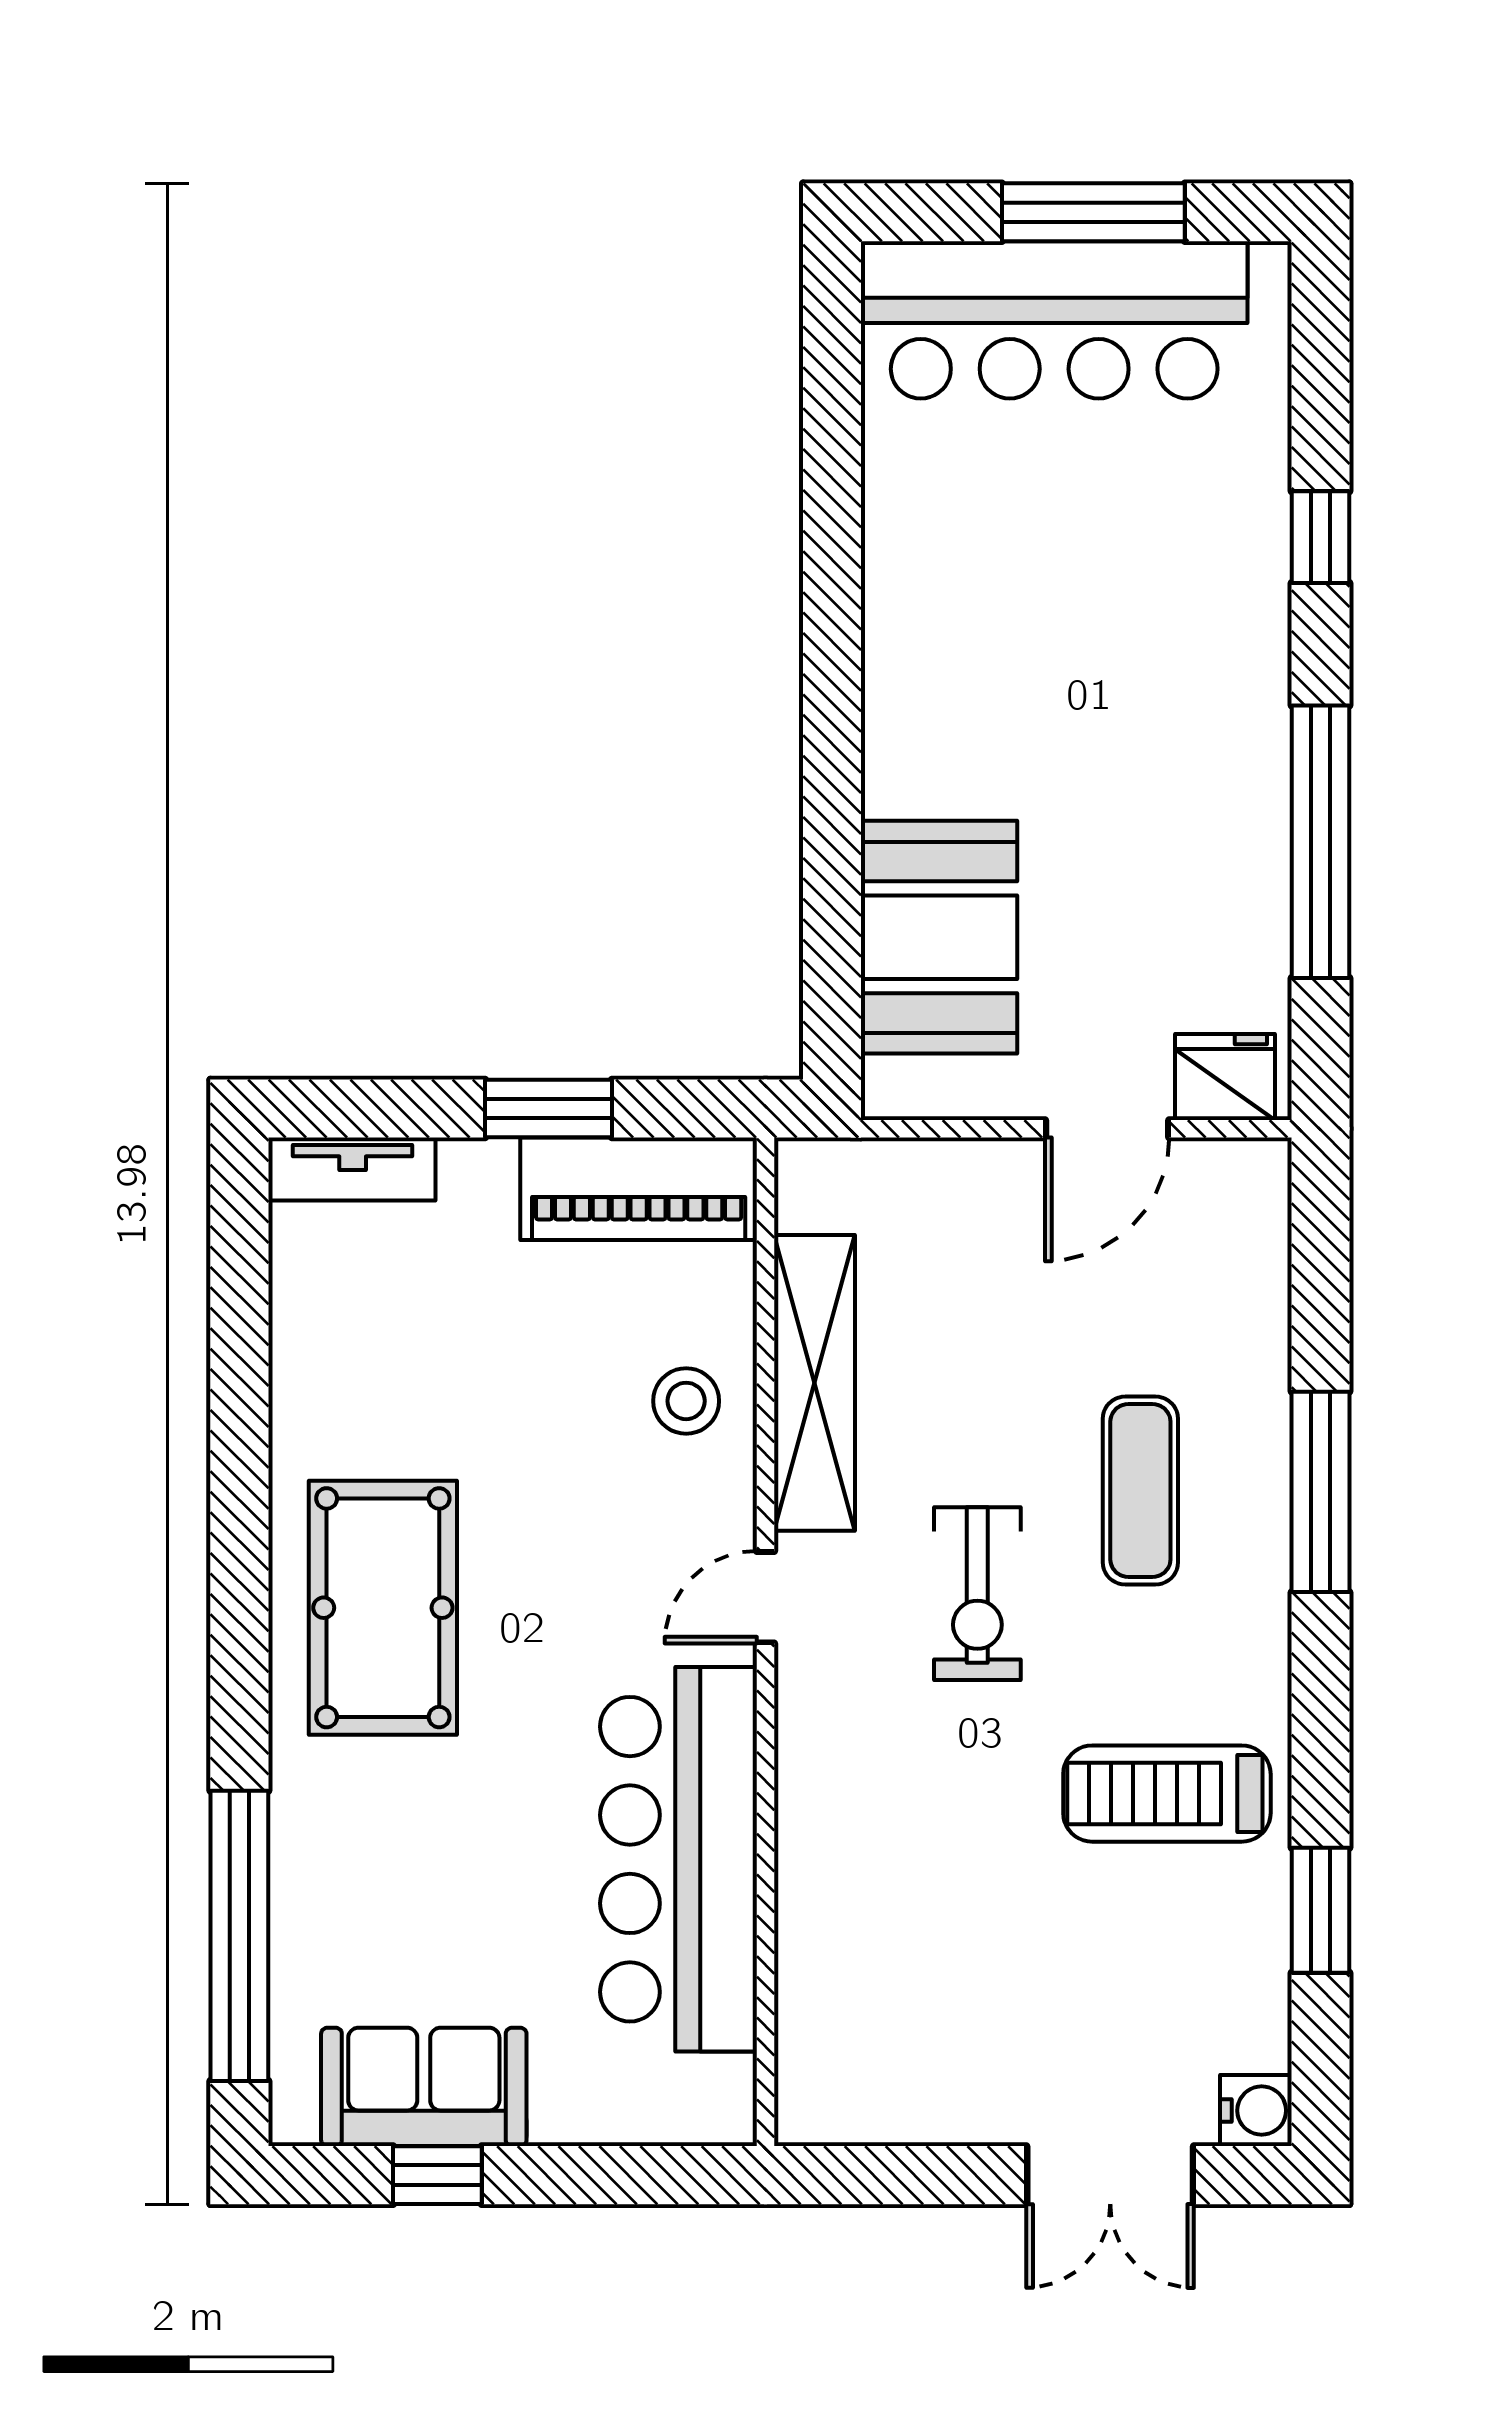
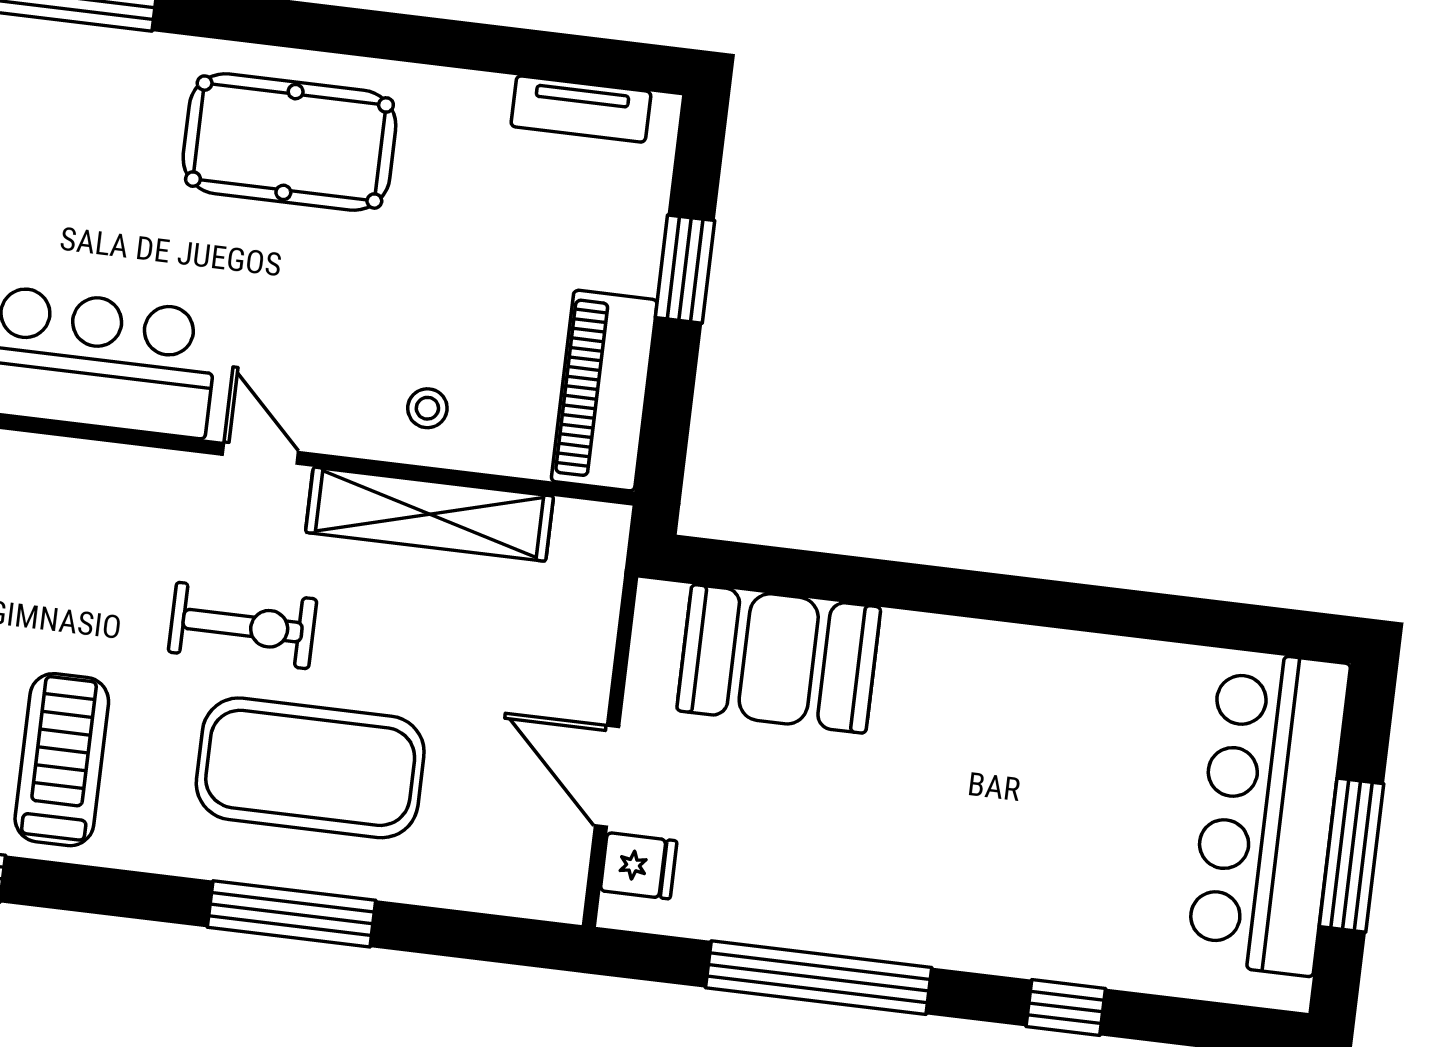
fridge: (1225, 1077) -> (639, 866), width x0.72
window: (548, 1108) -> (685, 269), moved
tv unit: (353, 1169) -> (581, 109), moved, turned -90
stool: (686, 1401) -> (427, 408), width x0.73, depth x0.73
exercise mat: (1140, 1491) -> (310, 768), width x2.00, depth x1.45
exercise bike: (977, 1594) -> (243, 626), turned 180

